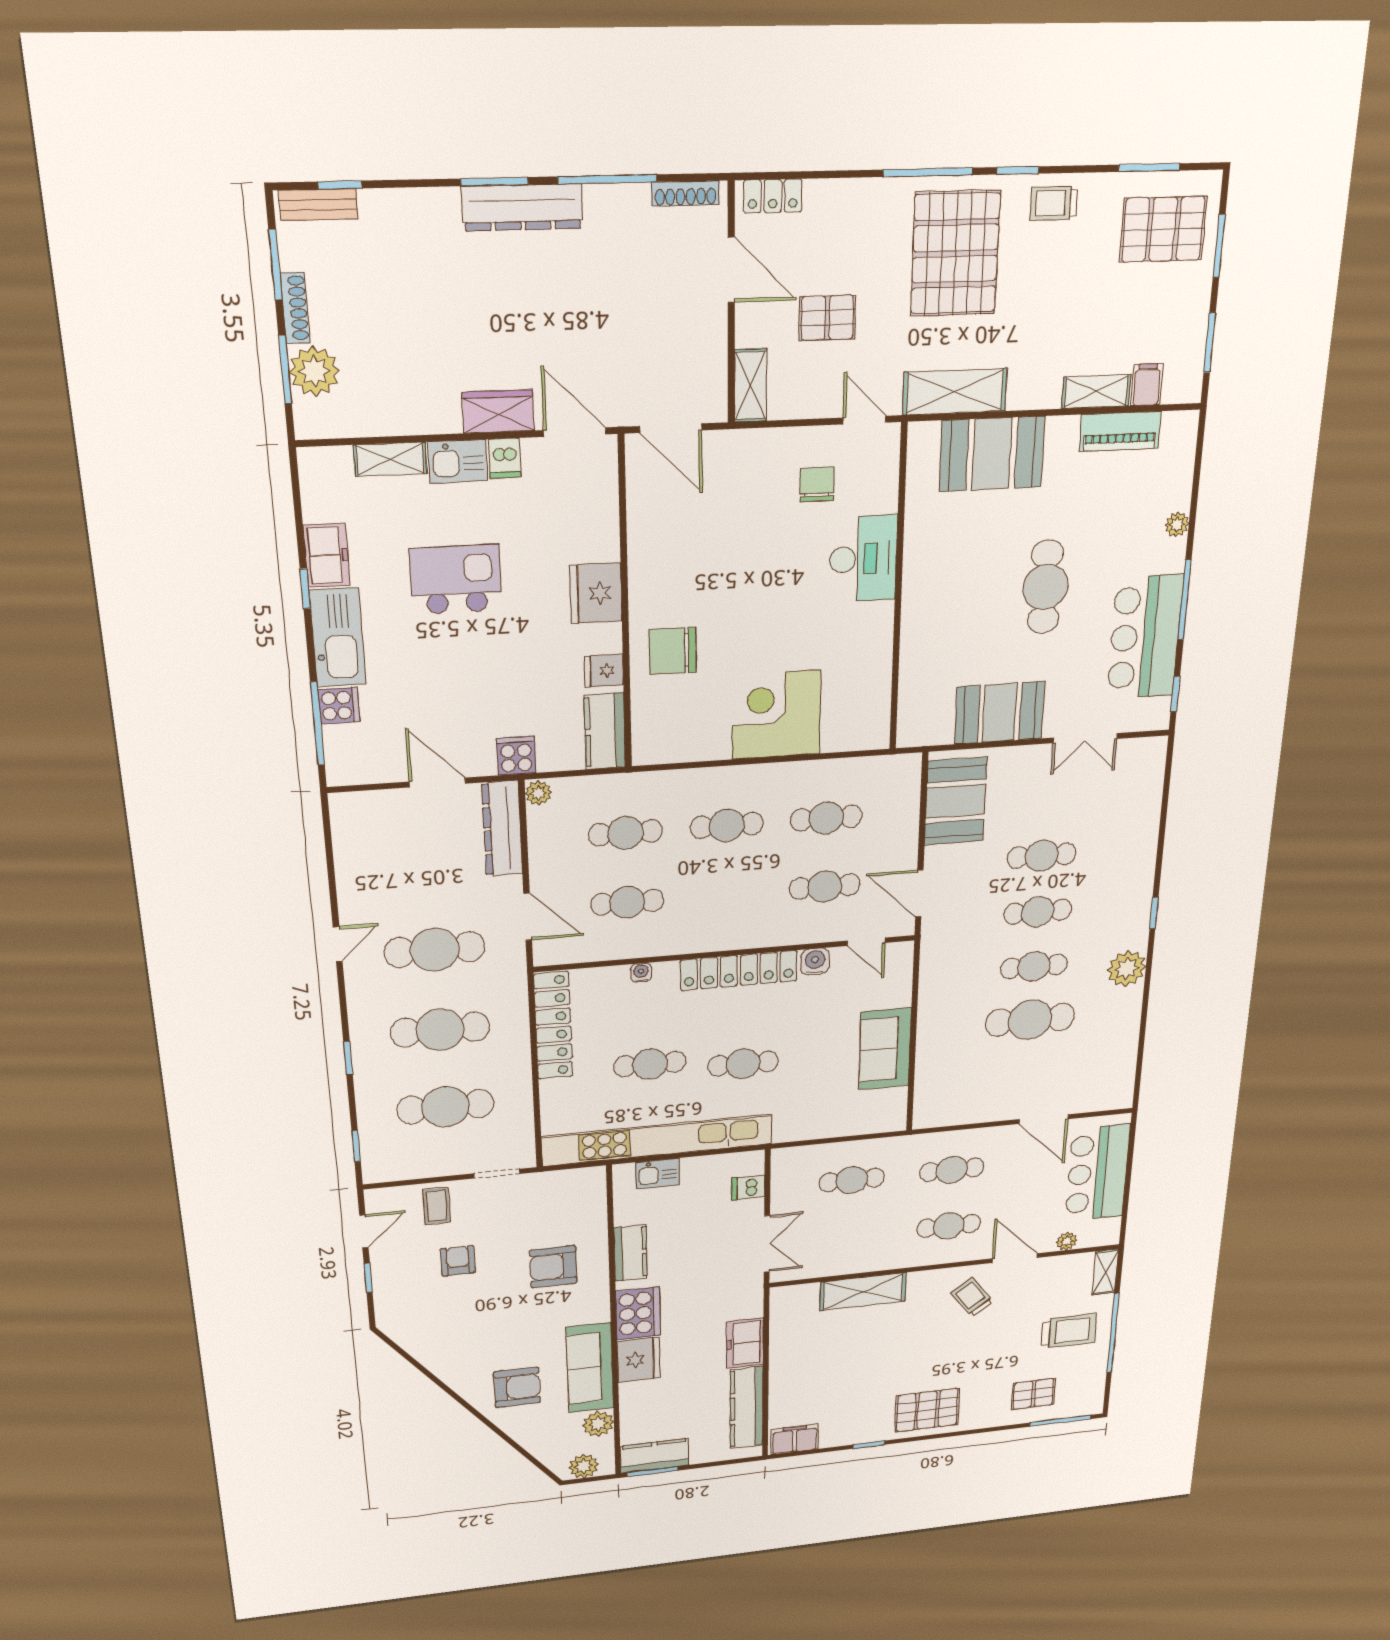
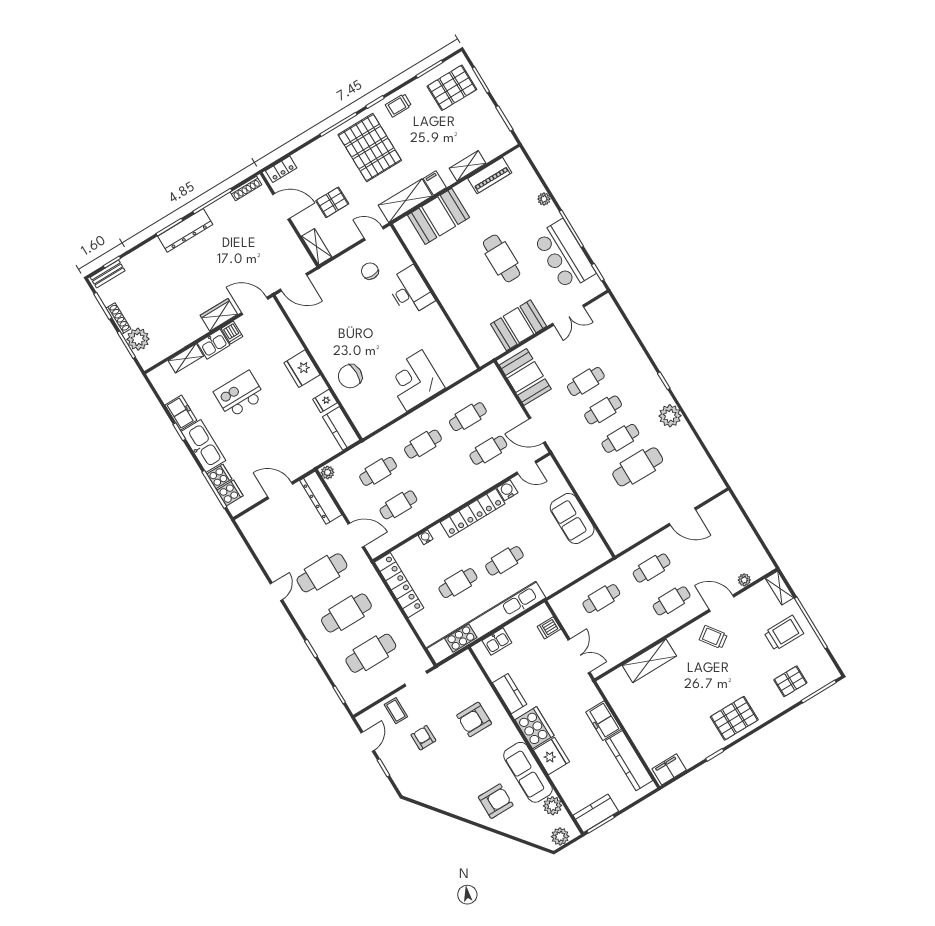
filing cabinet: (1147, 385) -> (435, 183), moved
cooker: (516, 756) -> (230, 493), moved, turned 90
bar counter: (1098, 1173) -> (734, 533), removed

